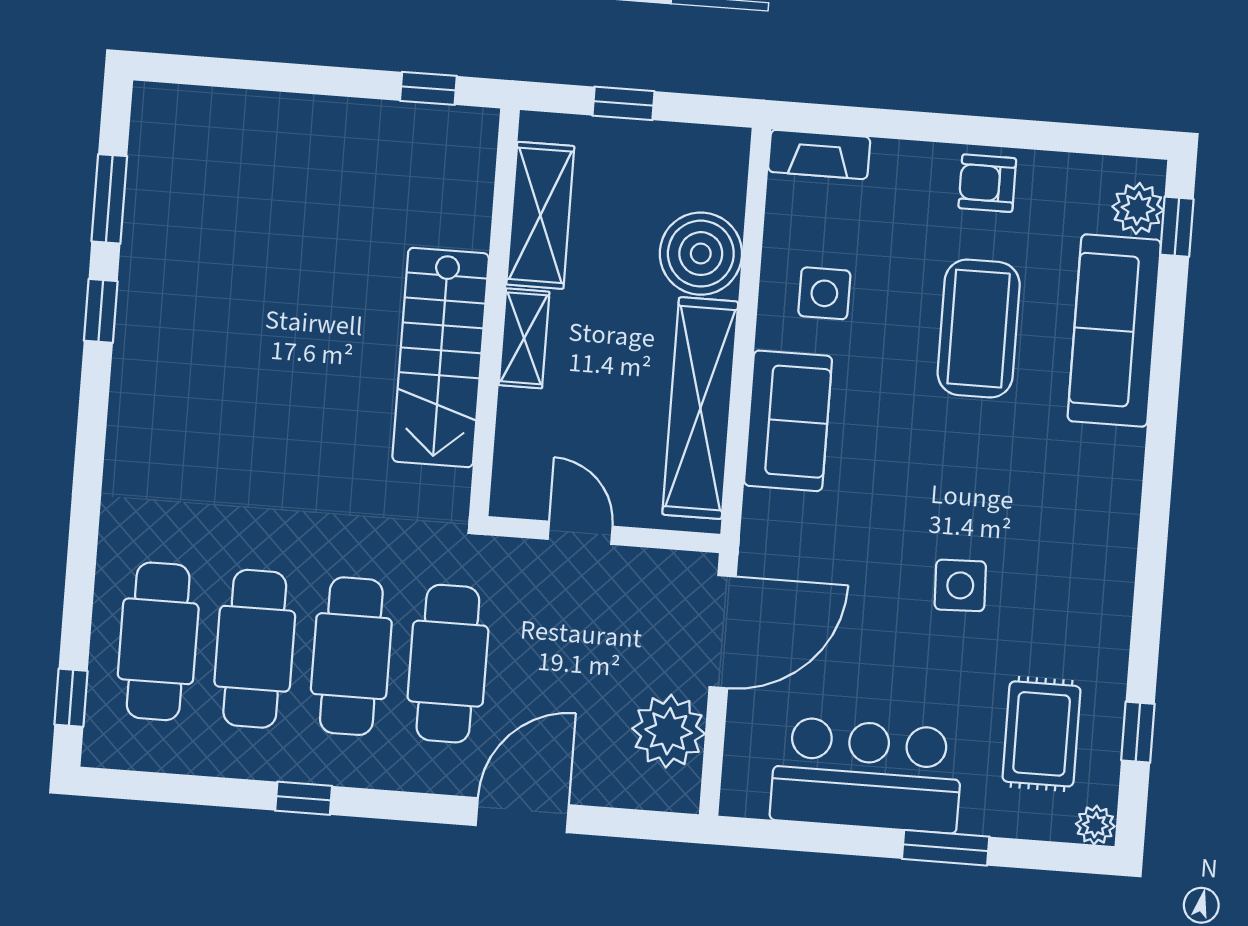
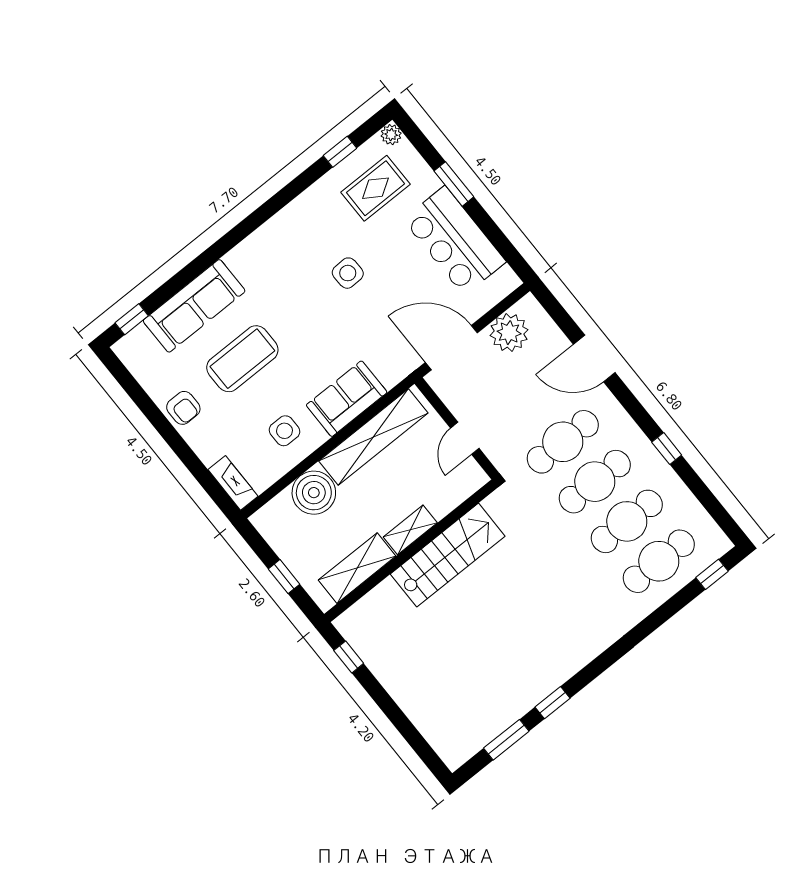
plant: (1138, 208) -> (139, 341), removed

